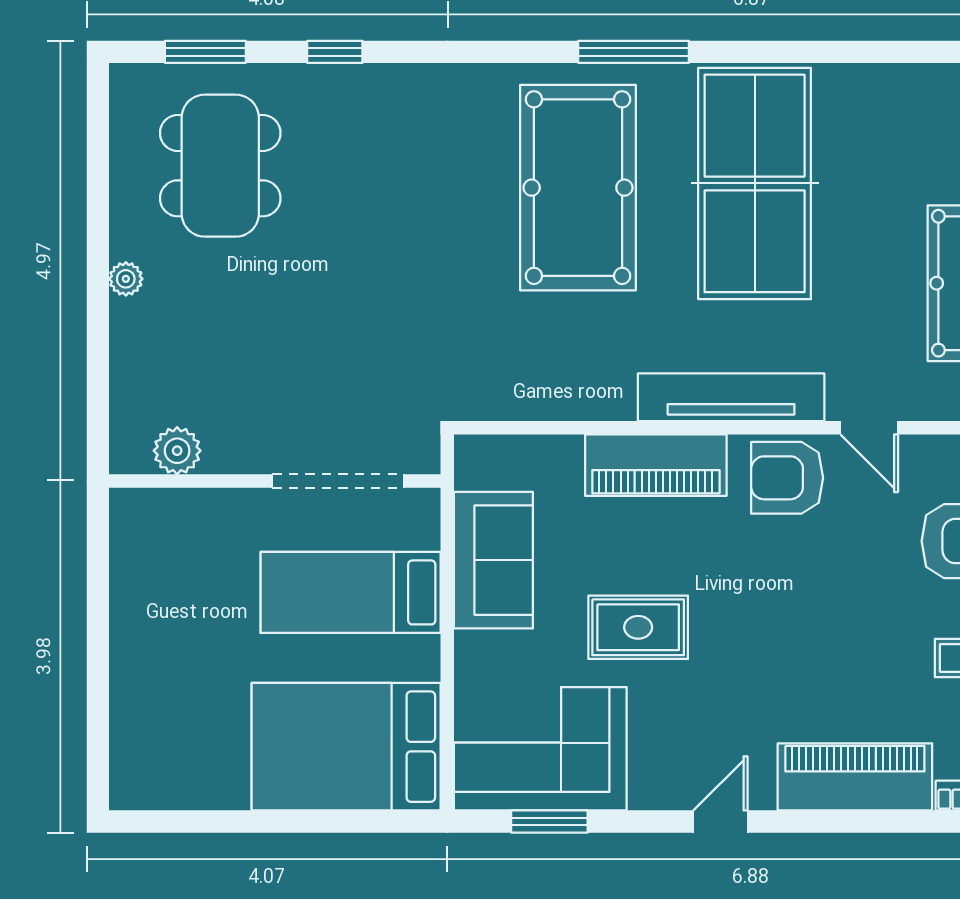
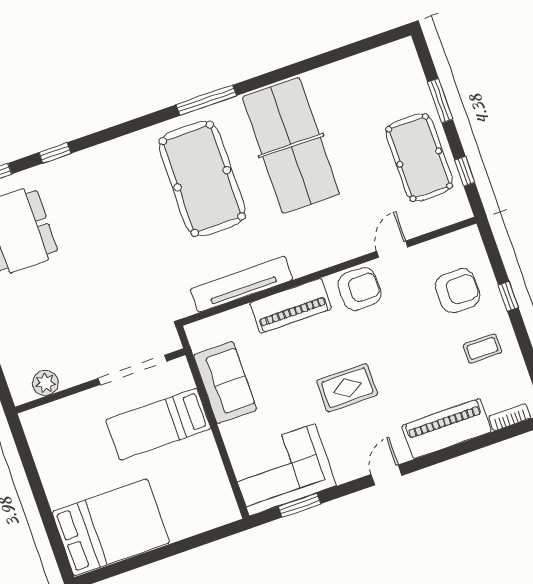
tv unit: (731, 397) -> (242, 284), moved
door: (869, 428) -> (392, 249), swing flipped
armchair: (787, 478) -> (359, 289), turned 180
rug: (638, 627) -> (347, 388), moved
bed: (346, 747) -> (111, 527), moved, turned 180

